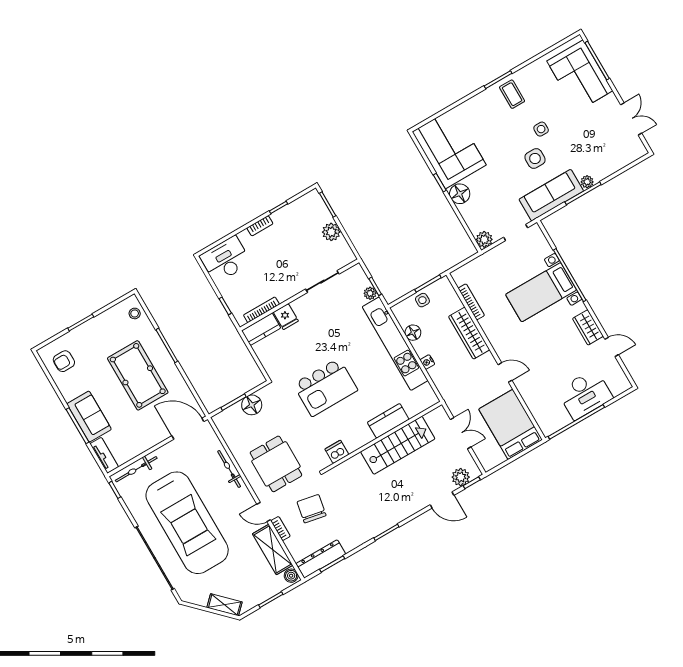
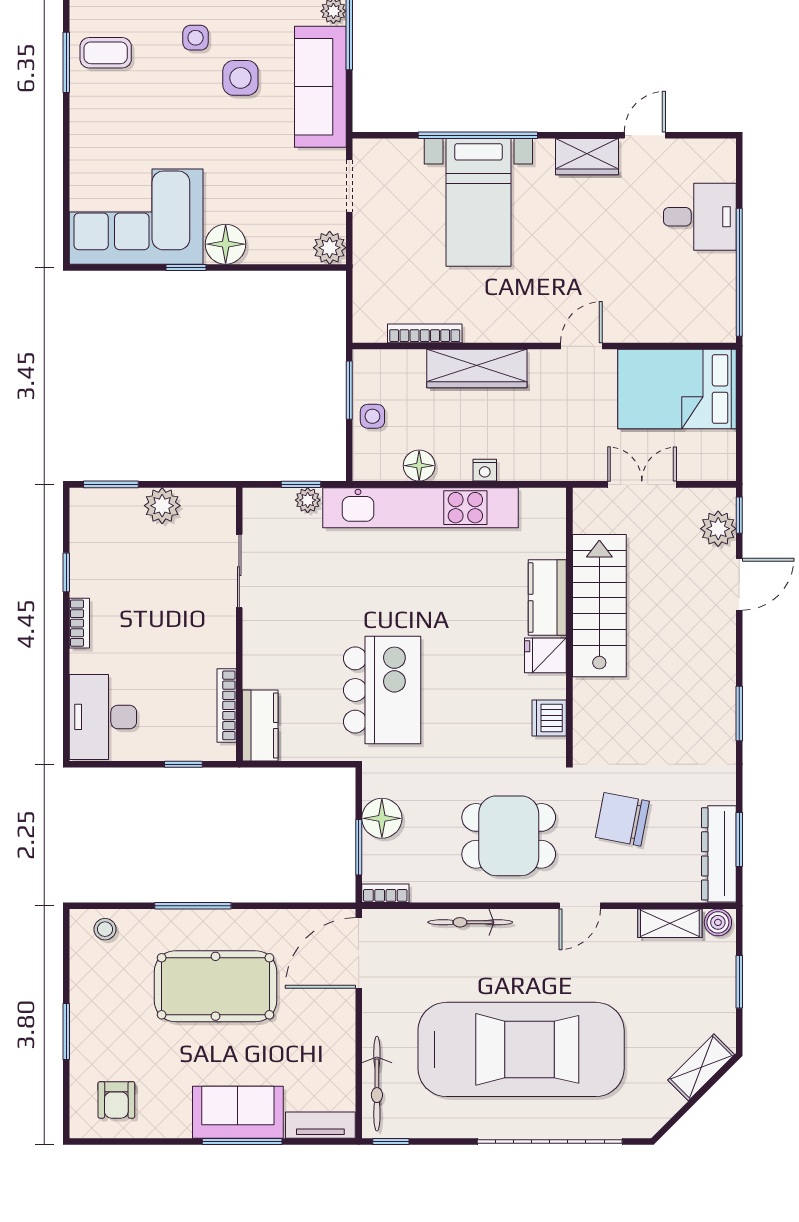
fridge: (286, 317) -> (545, 655), moved, turned 180
kitchen island: (325, 387) -> (382, 690), moved
desk: (585, 394) -> (700, 217), width x0.73
bookcase: (280, 529) -> (385, 893), moved
shelving: (273, 550) -> (670, 923), width x0.67, depth x0.75

